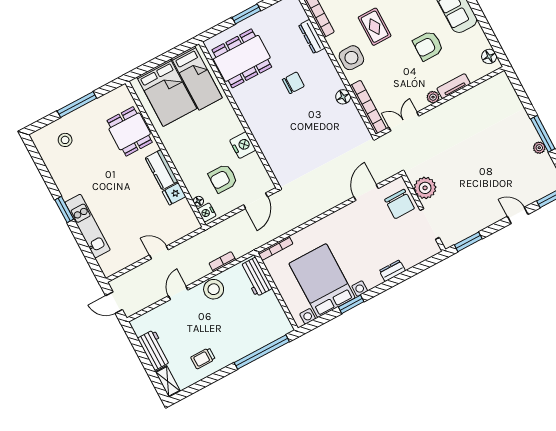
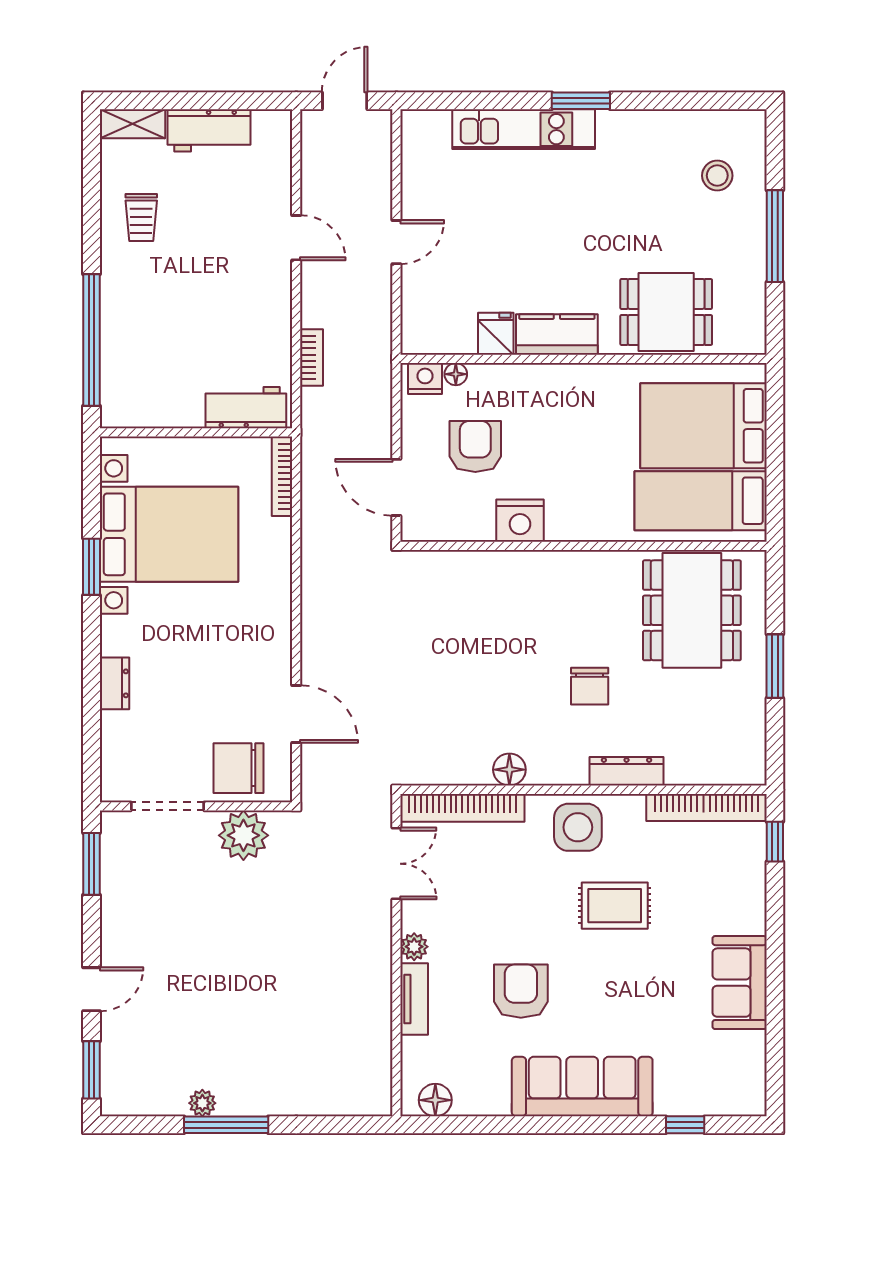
dresser: (312, 37) -> (627, 771), moved
stool: (214, 289) -> (266, 311), removed
trolley: (203, 358) -> (141, 218), turned 180

